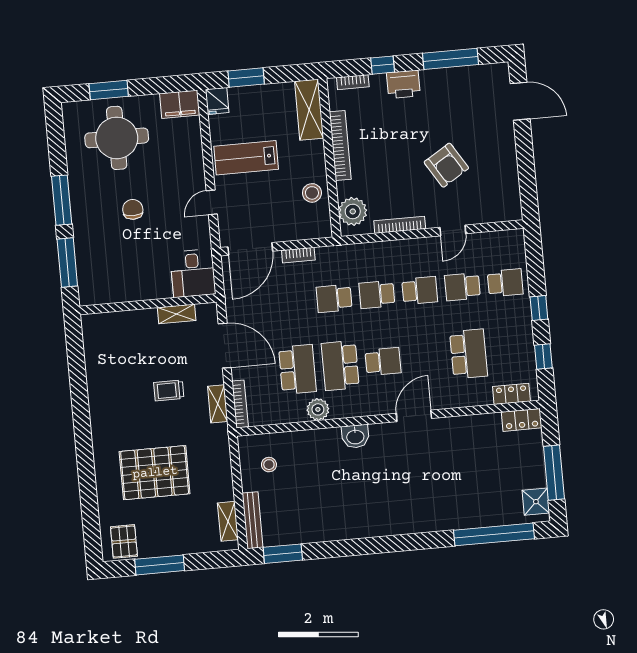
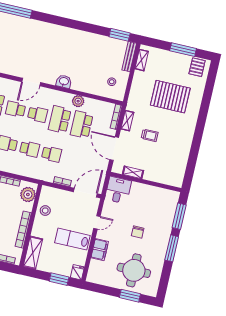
filing cabinet: (180, 104) -> (100, 250), moved, turned 90
lab bench: (246, 158) -> (72, 239), turned 180
school desk: (426, 358) -> (16, 109), added
school desk: (383, 362) -> (38, 114), turned 180
school desk: (340, 366) -> (60, 119), turned 180

